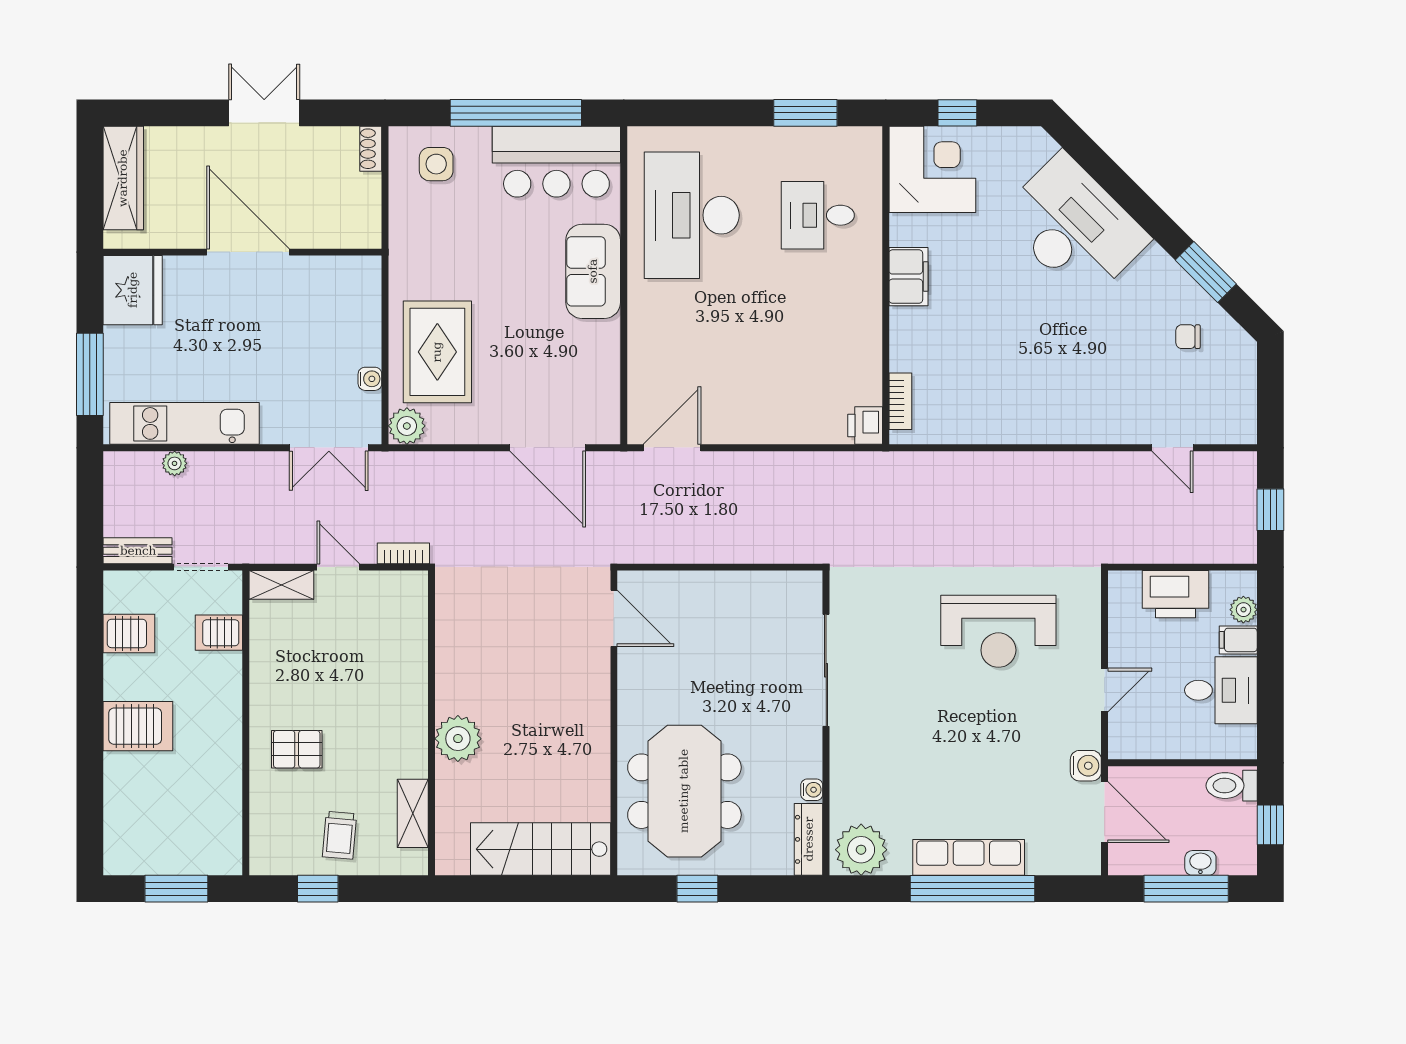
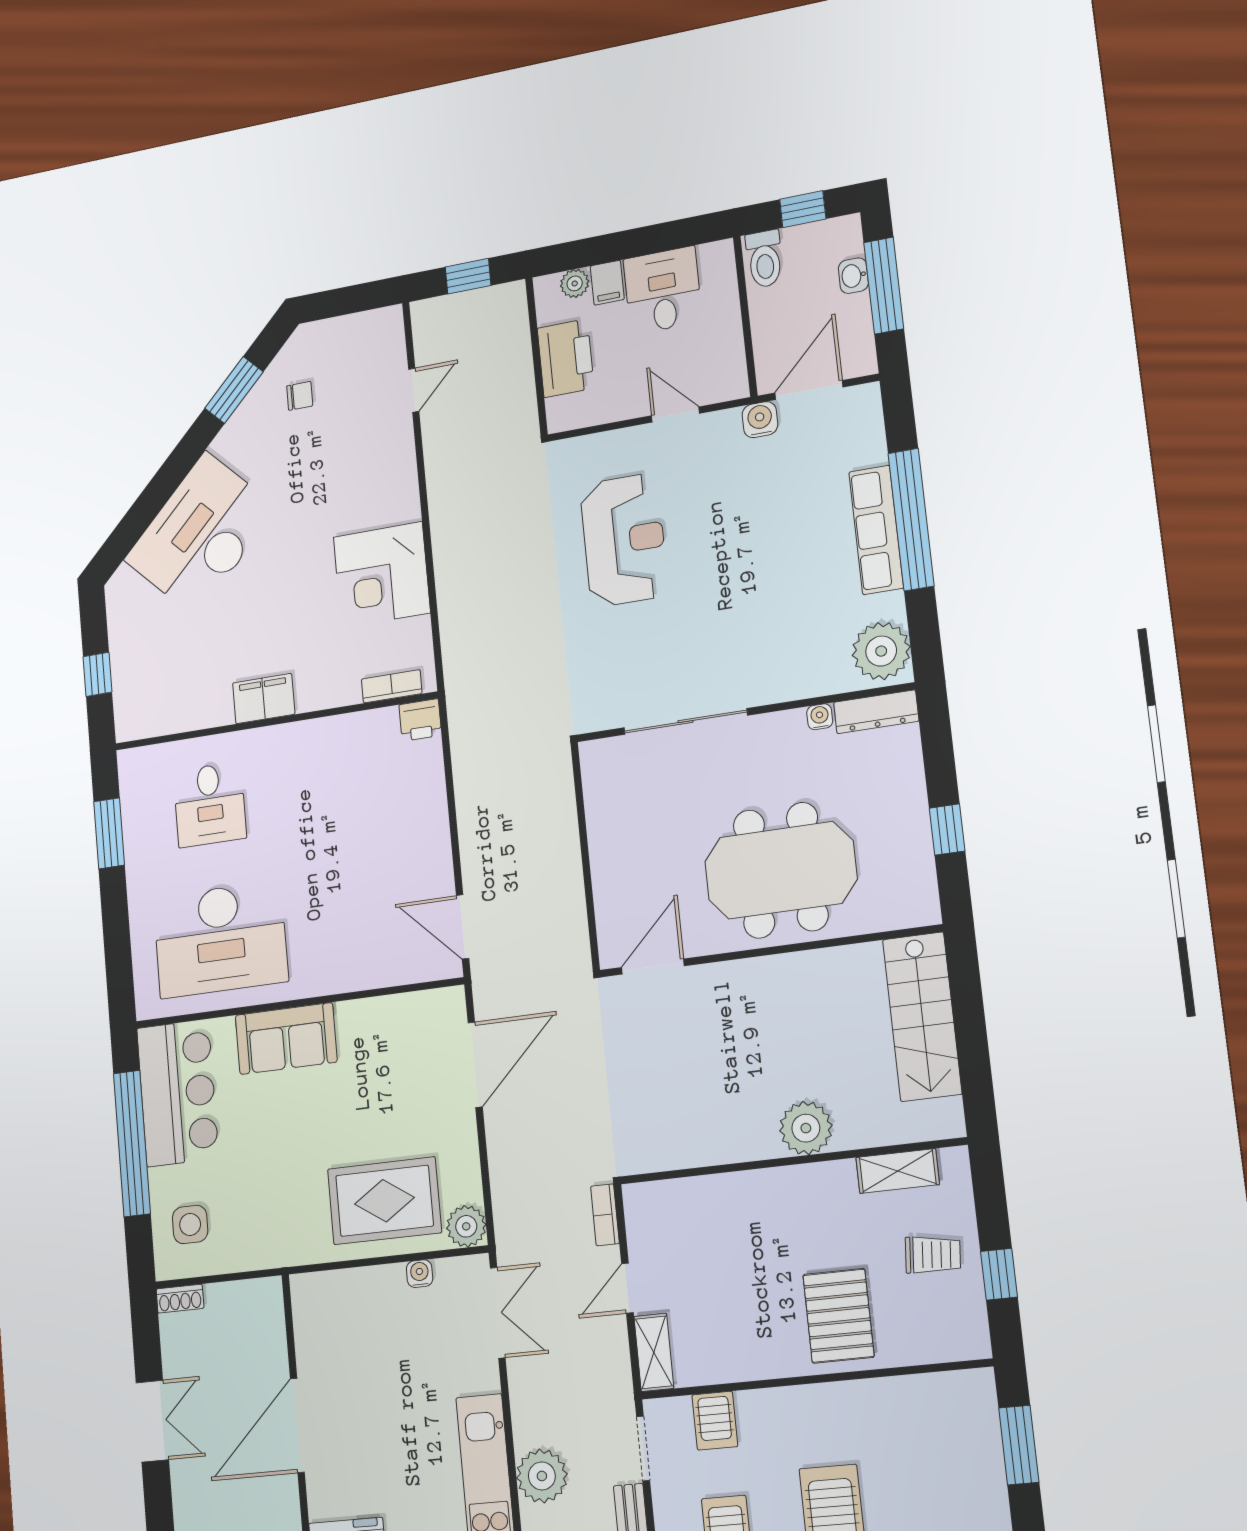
double door: (264, 113) -> (152, 1421), swing flipped
corner desk: (932, 169) -> (382, 575), moved, turned -90
chair: (1188, 337) -> (300, 396), turned -90
plant: (175, 463) -> (542, 1476), width x1.88, depth x1.88
pallet: (297, 749) -> (838, 1316), width x1.50, depth x1.42
meeting table: (684, 791) -> (781, 870), moved

